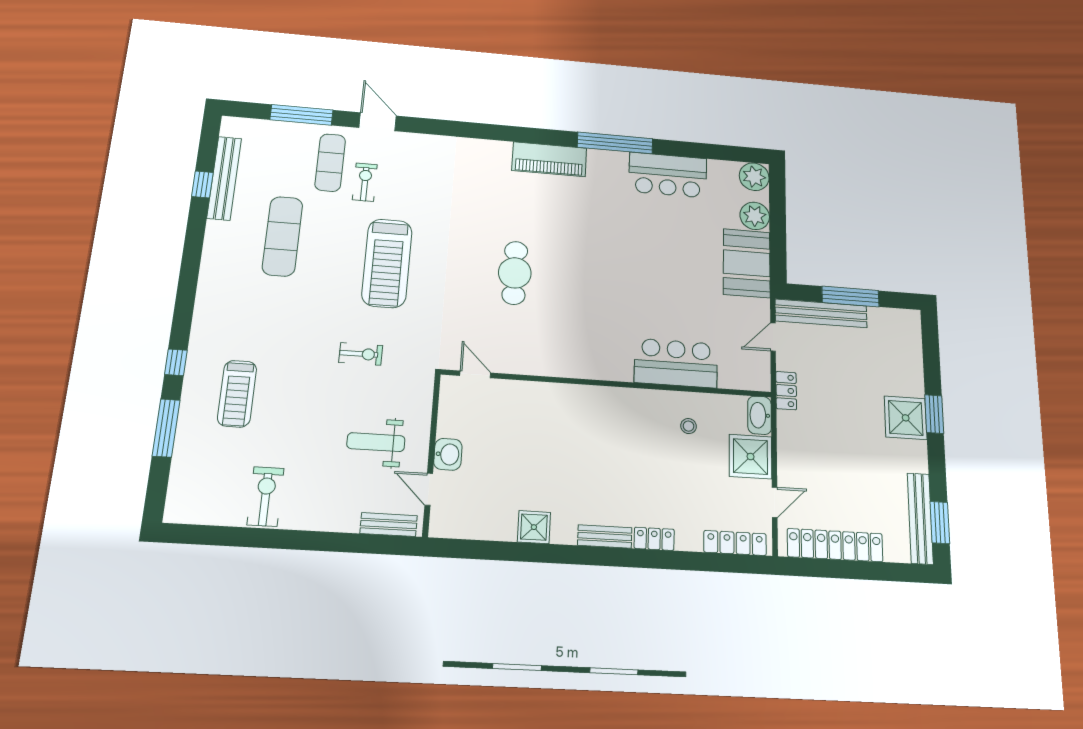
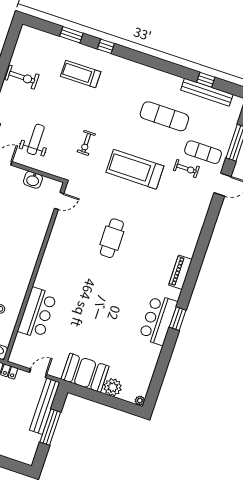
window: (615, 143) -> (178, 319), width x0.47
piano: (549, 159) -> (180, 272), width x0.73, depth x0.75
bar counter: (668, 175) -> (158, 320), moved
plant: (754, 177) -> (140, 401), width x0.53, depth x0.53
cafe table: (515, 273) -> (112, 238), turned 90
door: (773, 337) -> (38, 373), hinge flipped
window: (166, 428) -> (71, 35), width x0.69
washbasin: (448, 454) -> (33, 180), moved

